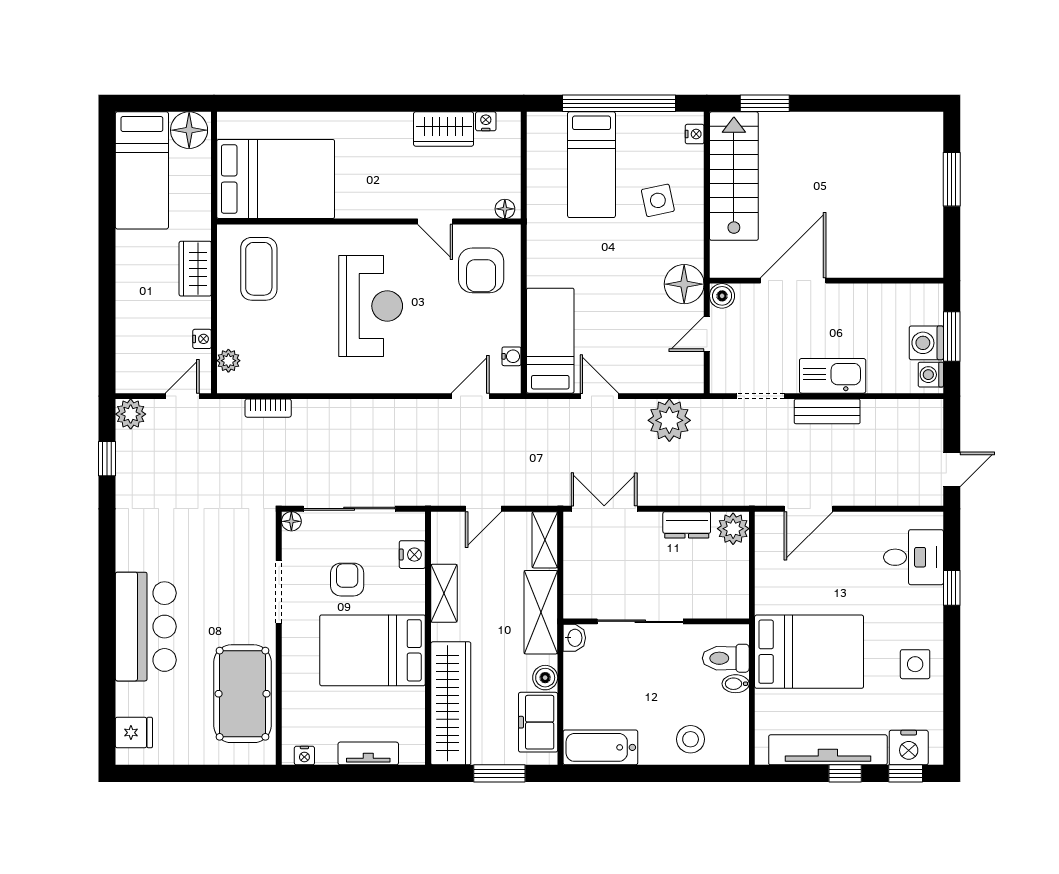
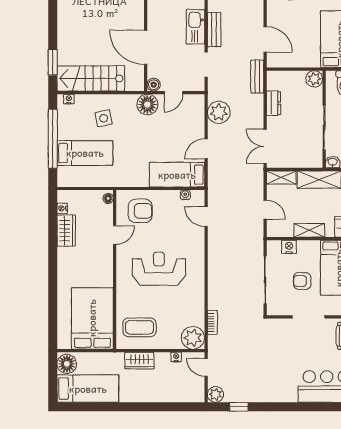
door: (707, 334) -> (174, 93), hinge flipped
plant: (228, 361) -> (193, 338), width x1.87, depth x1.87
bench: (738, 494) -> (257, 76), added
floor lamp: (291, 521) -> (272, 310), removed
plant: (733, 529) -> (314, 79), moved

